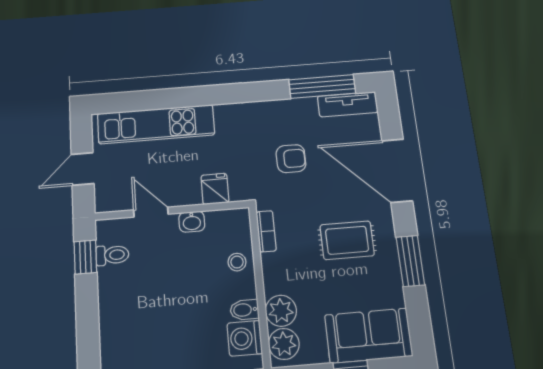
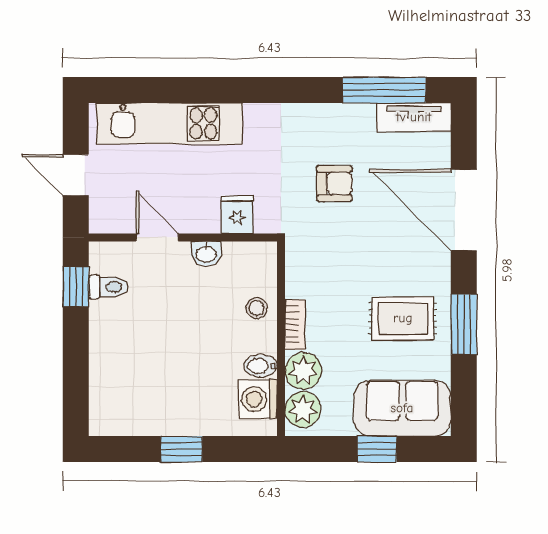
door: (83, 169) -> (76, 175), hinge flipped
bookcase: (266, 231) -> (295, 325), moved
rug: (347, 240) -> (403, 318), moved

